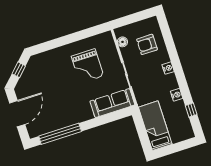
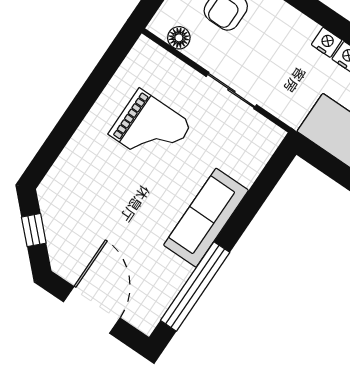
nightstand: (168, 68) -> (327, 42), moved
sofa: (112, 103) -> (206, 218), moved

